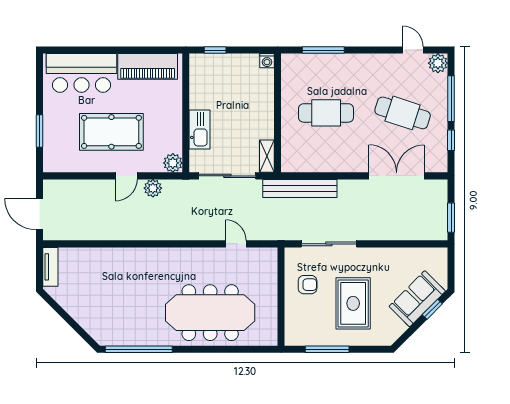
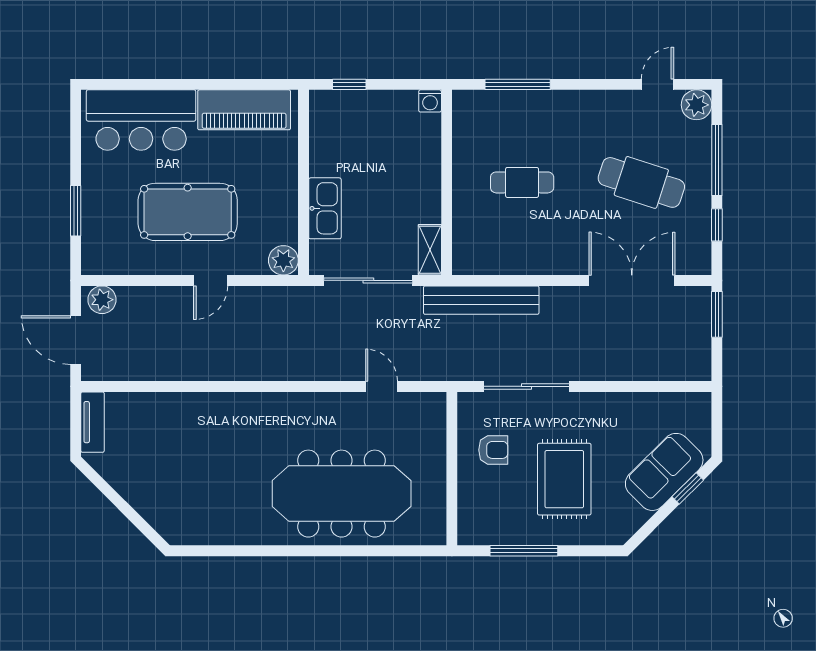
door: (413, 50) -> (657, 84), hinge flipped
cafe table: (326, 113) -> (522, 182), width x0.73, depth x0.74
plant: (153, 188) -> (102, 300), moved
window: (451, 218) -> (717, 314), moved
window: (139, 349) -> (230, 551), removed

